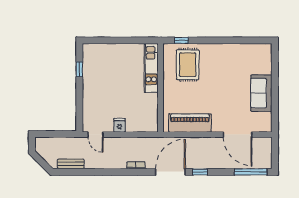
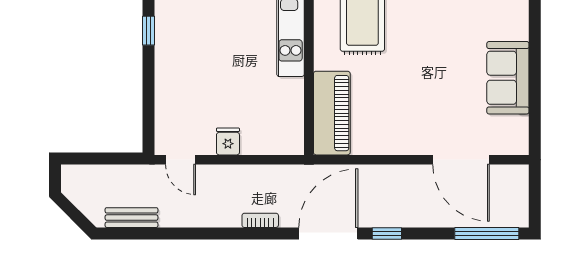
piano: (190, 123) -> (332, 113), moved, turned 90

